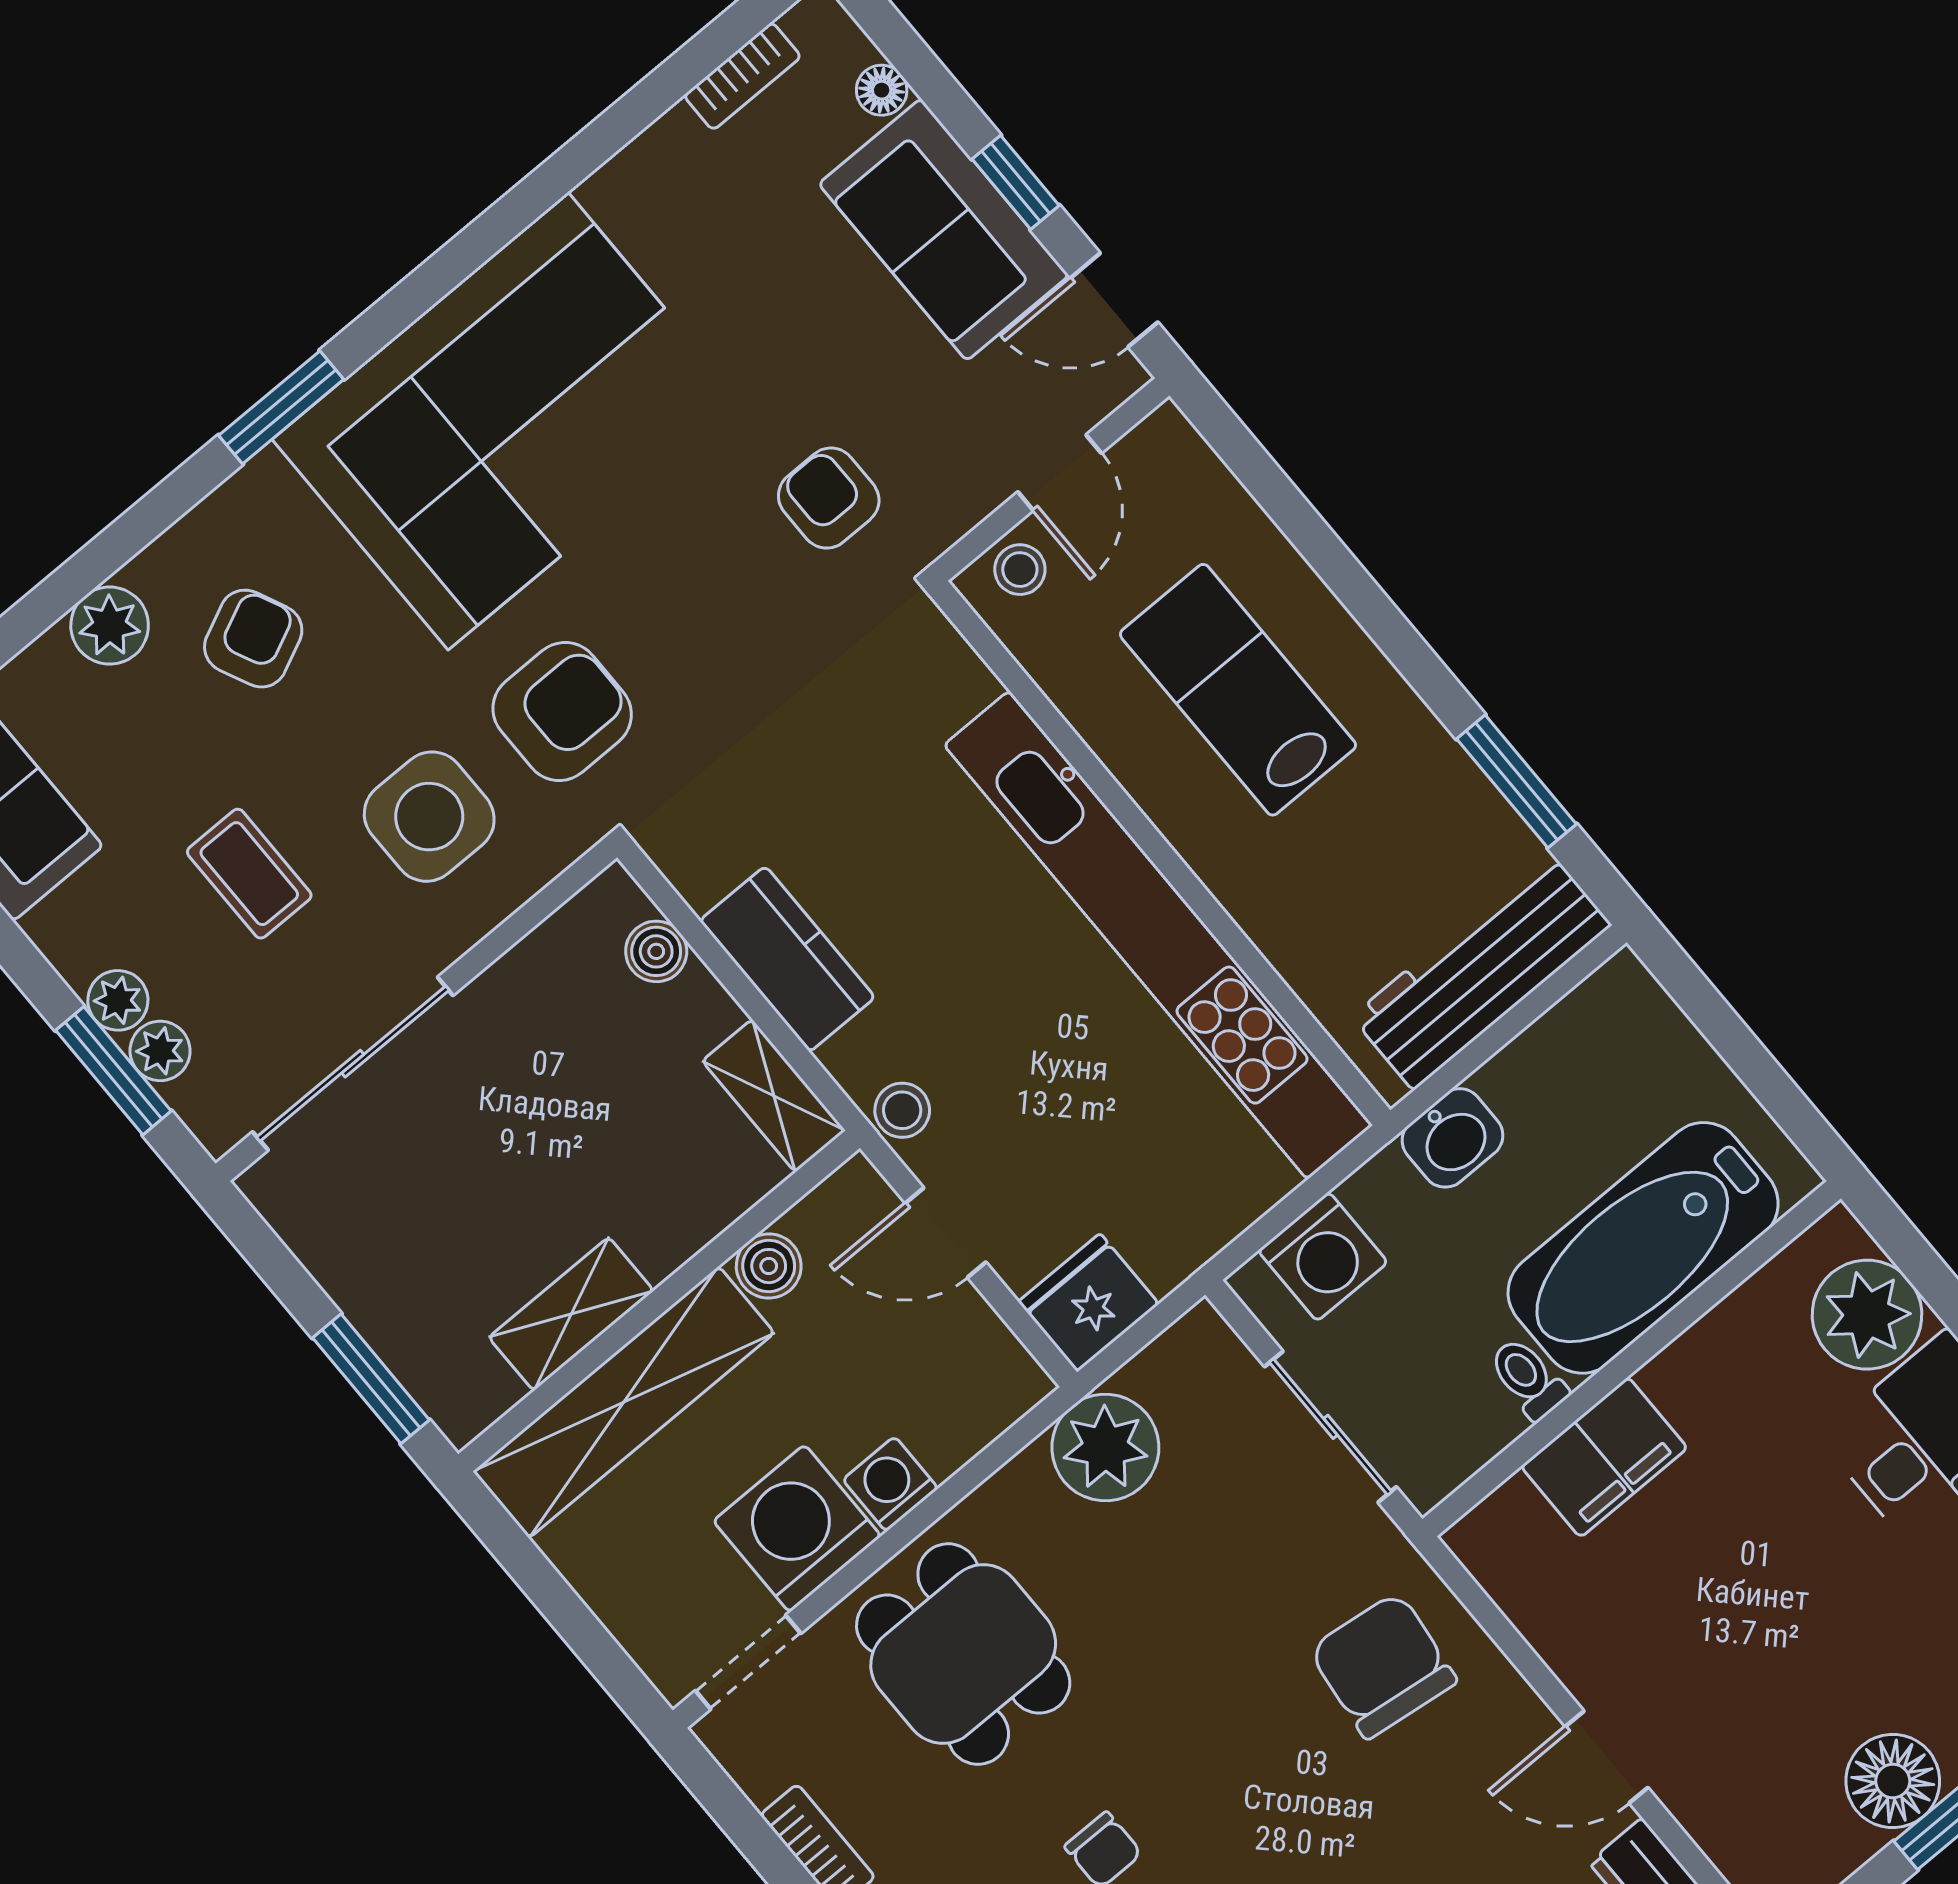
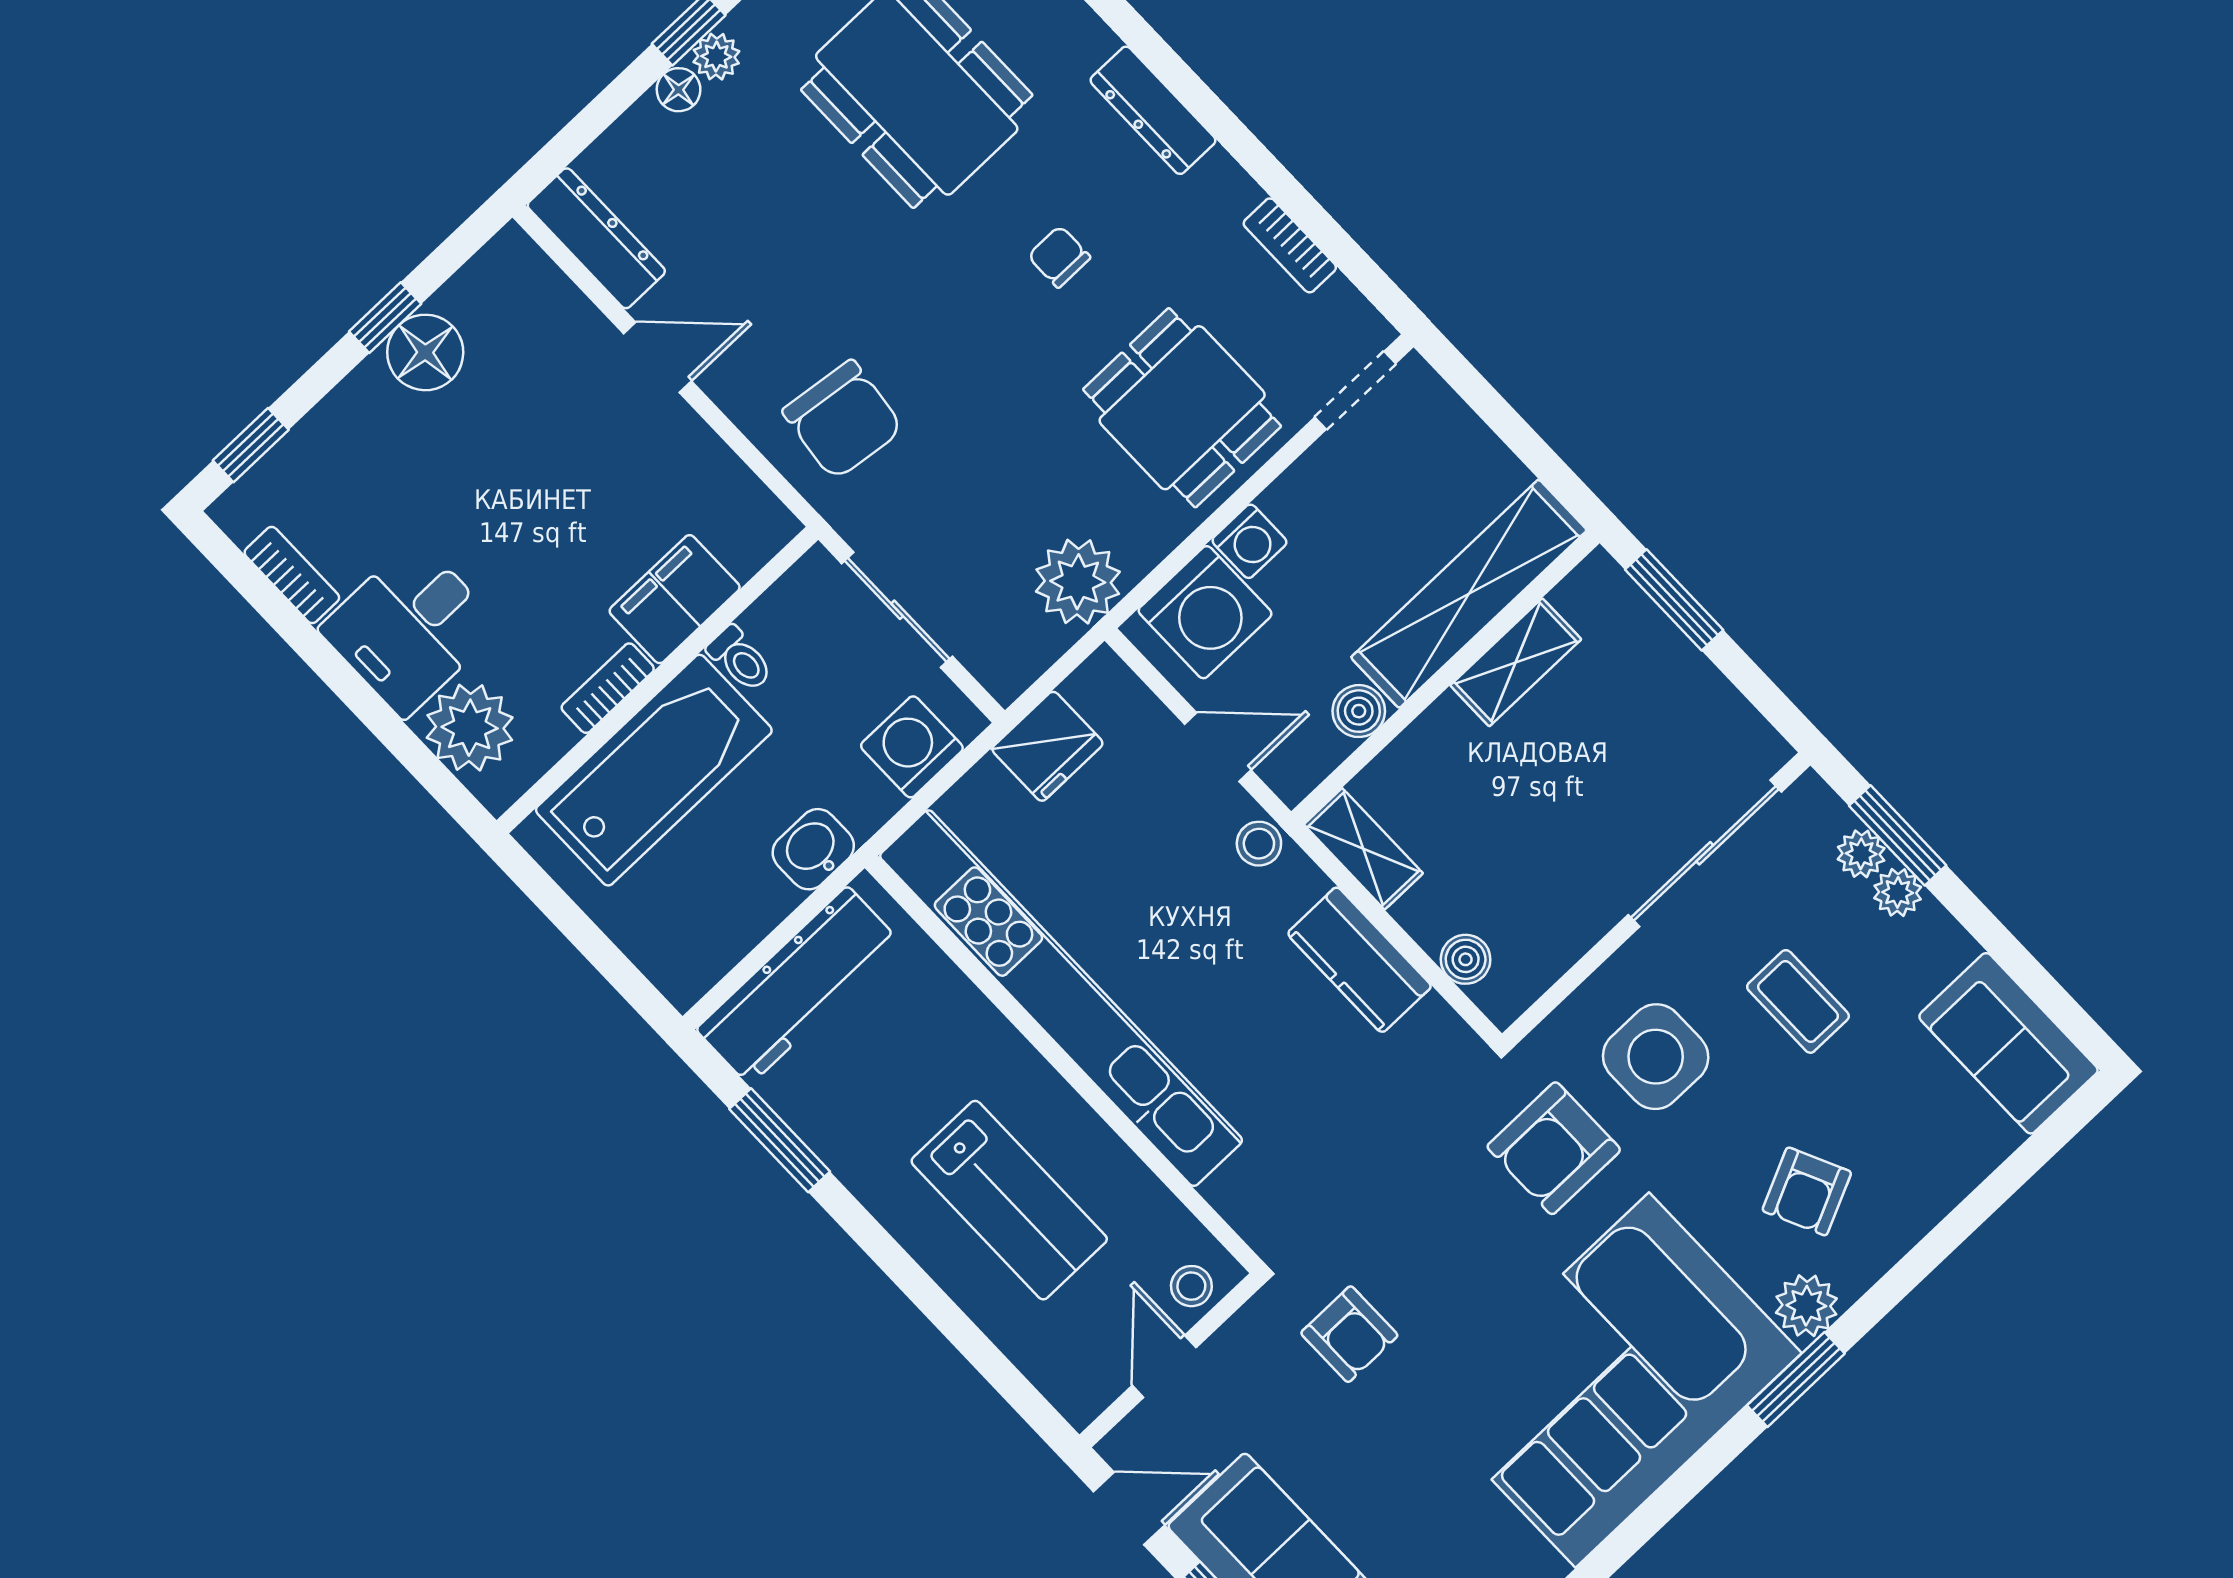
plant: (110, 626) -> (1806, 1306), moved
fridge: (1089, 1303) -> (1047, 746), moved
bookcase: (1694, 1353) -> (608, 688), added
washing machine: (797, 1528) -> (1205, 612), moved

